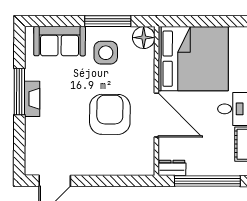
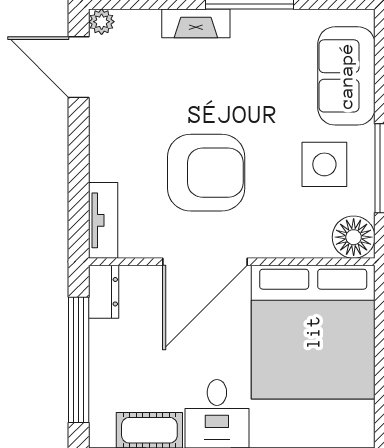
fireplace: (32, 99) -> (196, 23), moved
tv unit: (135, 168) -> (103, 220), added
plant: (31, 169) -> (102, 22), added

